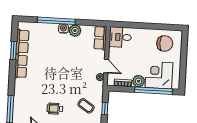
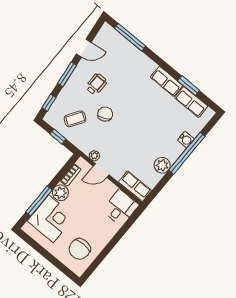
water cooler: (63, 29) -> (186, 140), moved
chair: (69, 89) -> (105, 114), added
window: (154, 91) -> (39, 201), width x0.68

